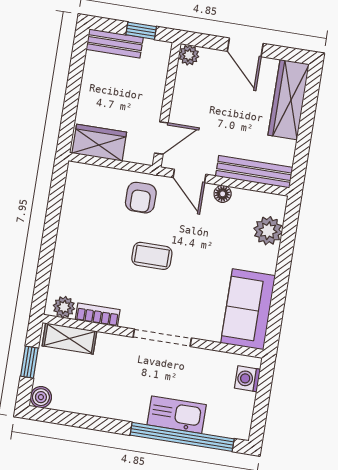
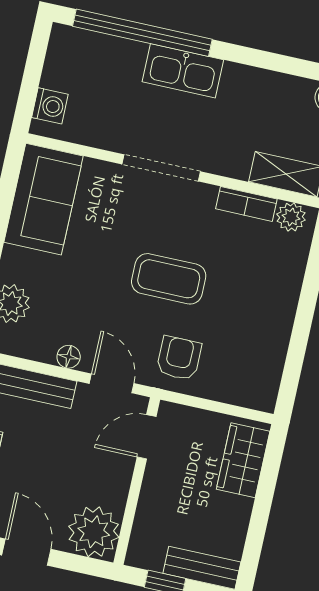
plant: (189, 55) -> (94, 532), width x1.87, depth x1.87
wardrobe: (99, 143) -> (243, 460), moved, turned 90
coffee table: (152, 256) -> (169, 279), width x1.36, depth x1.30
kitchen sink: (177, 415) -> (183, 71), moved

